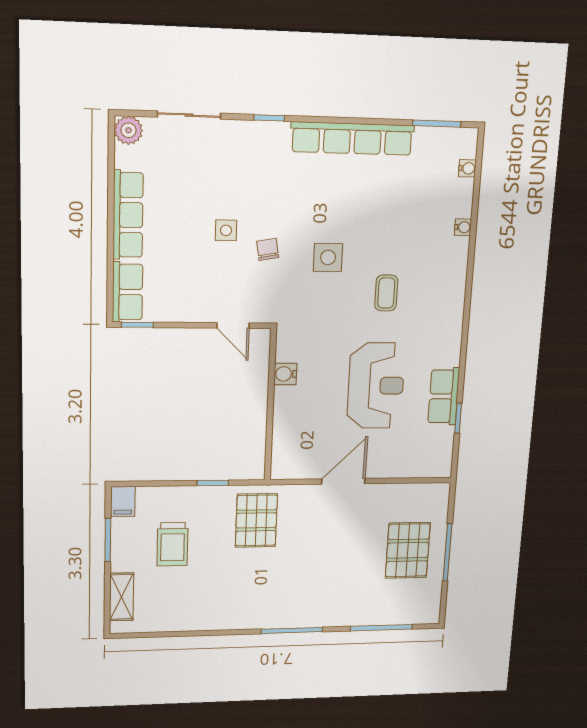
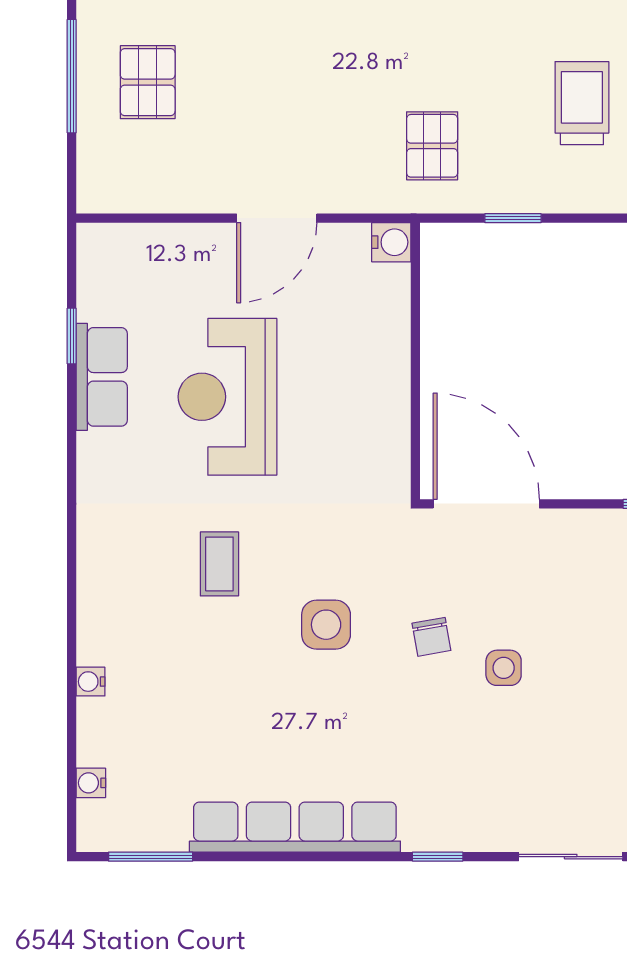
door: (233, 326) -> (486, 504), width x1.87
water cooler: (285, 374) -> (391, 242), moved
pallet: (256, 520) -> (432, 146), width x0.67, depth x0.71
pallet: (408, 550) -> (148, 82), width x0.67, depth x0.71

